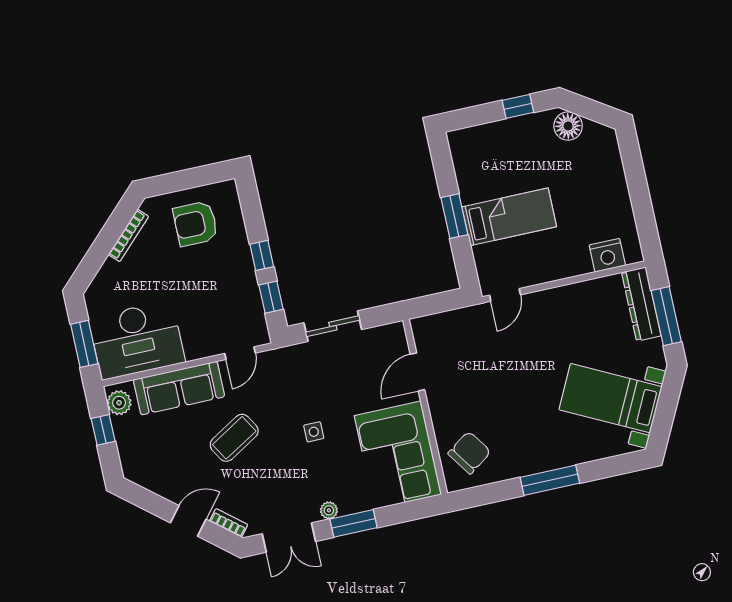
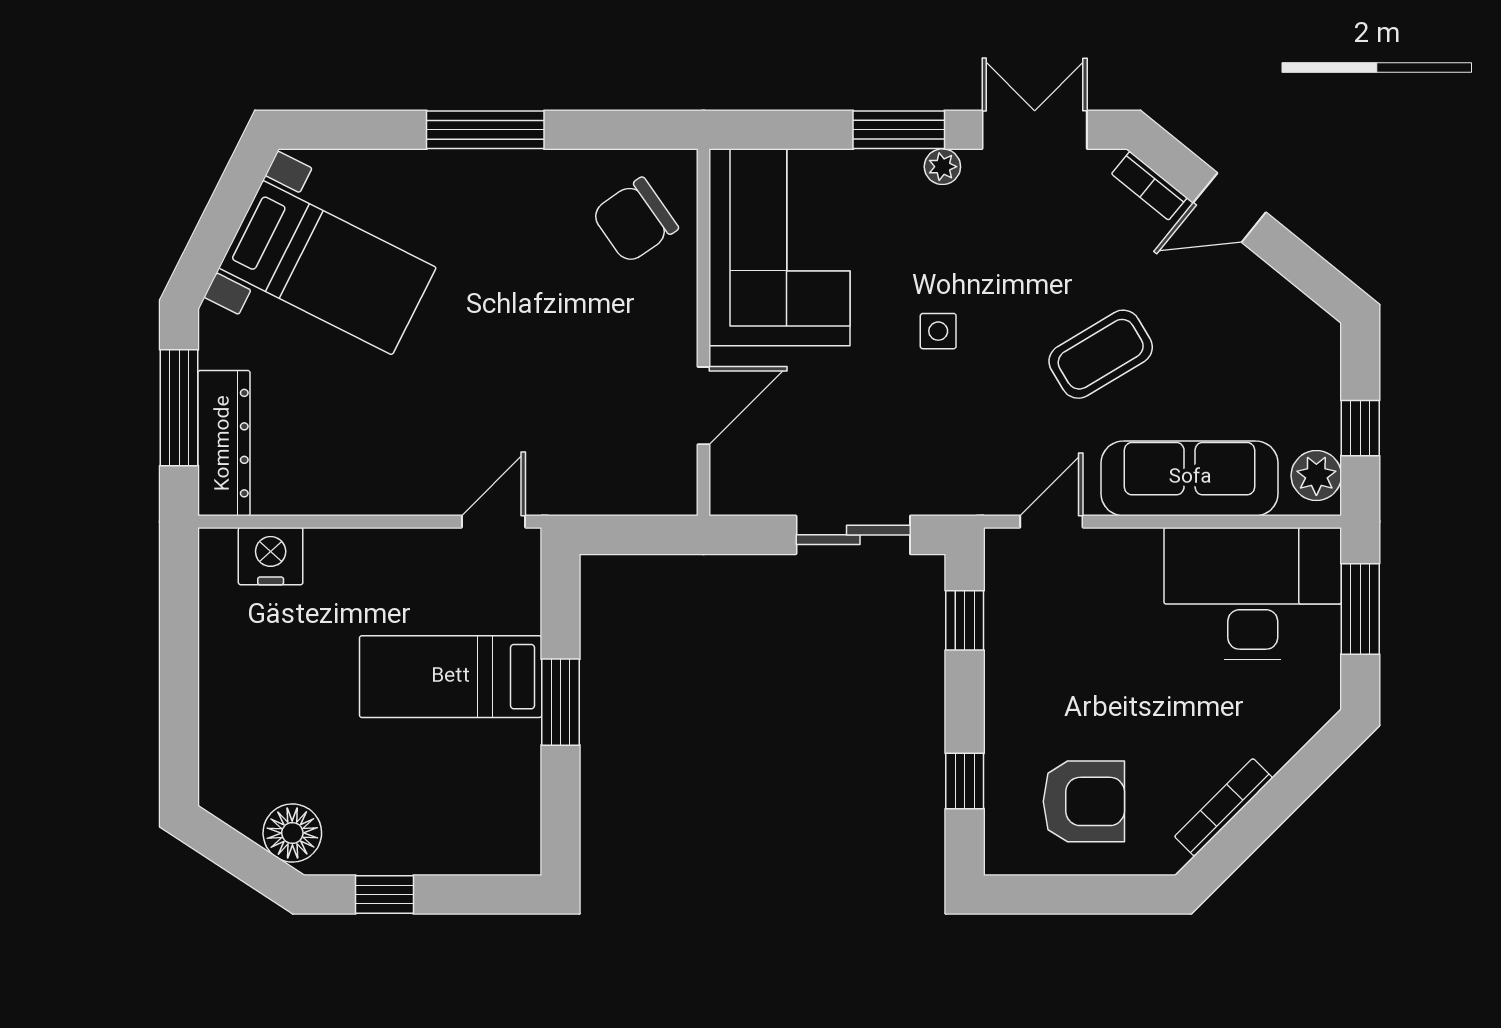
window: (262, 255) -> (965, 781), moved

